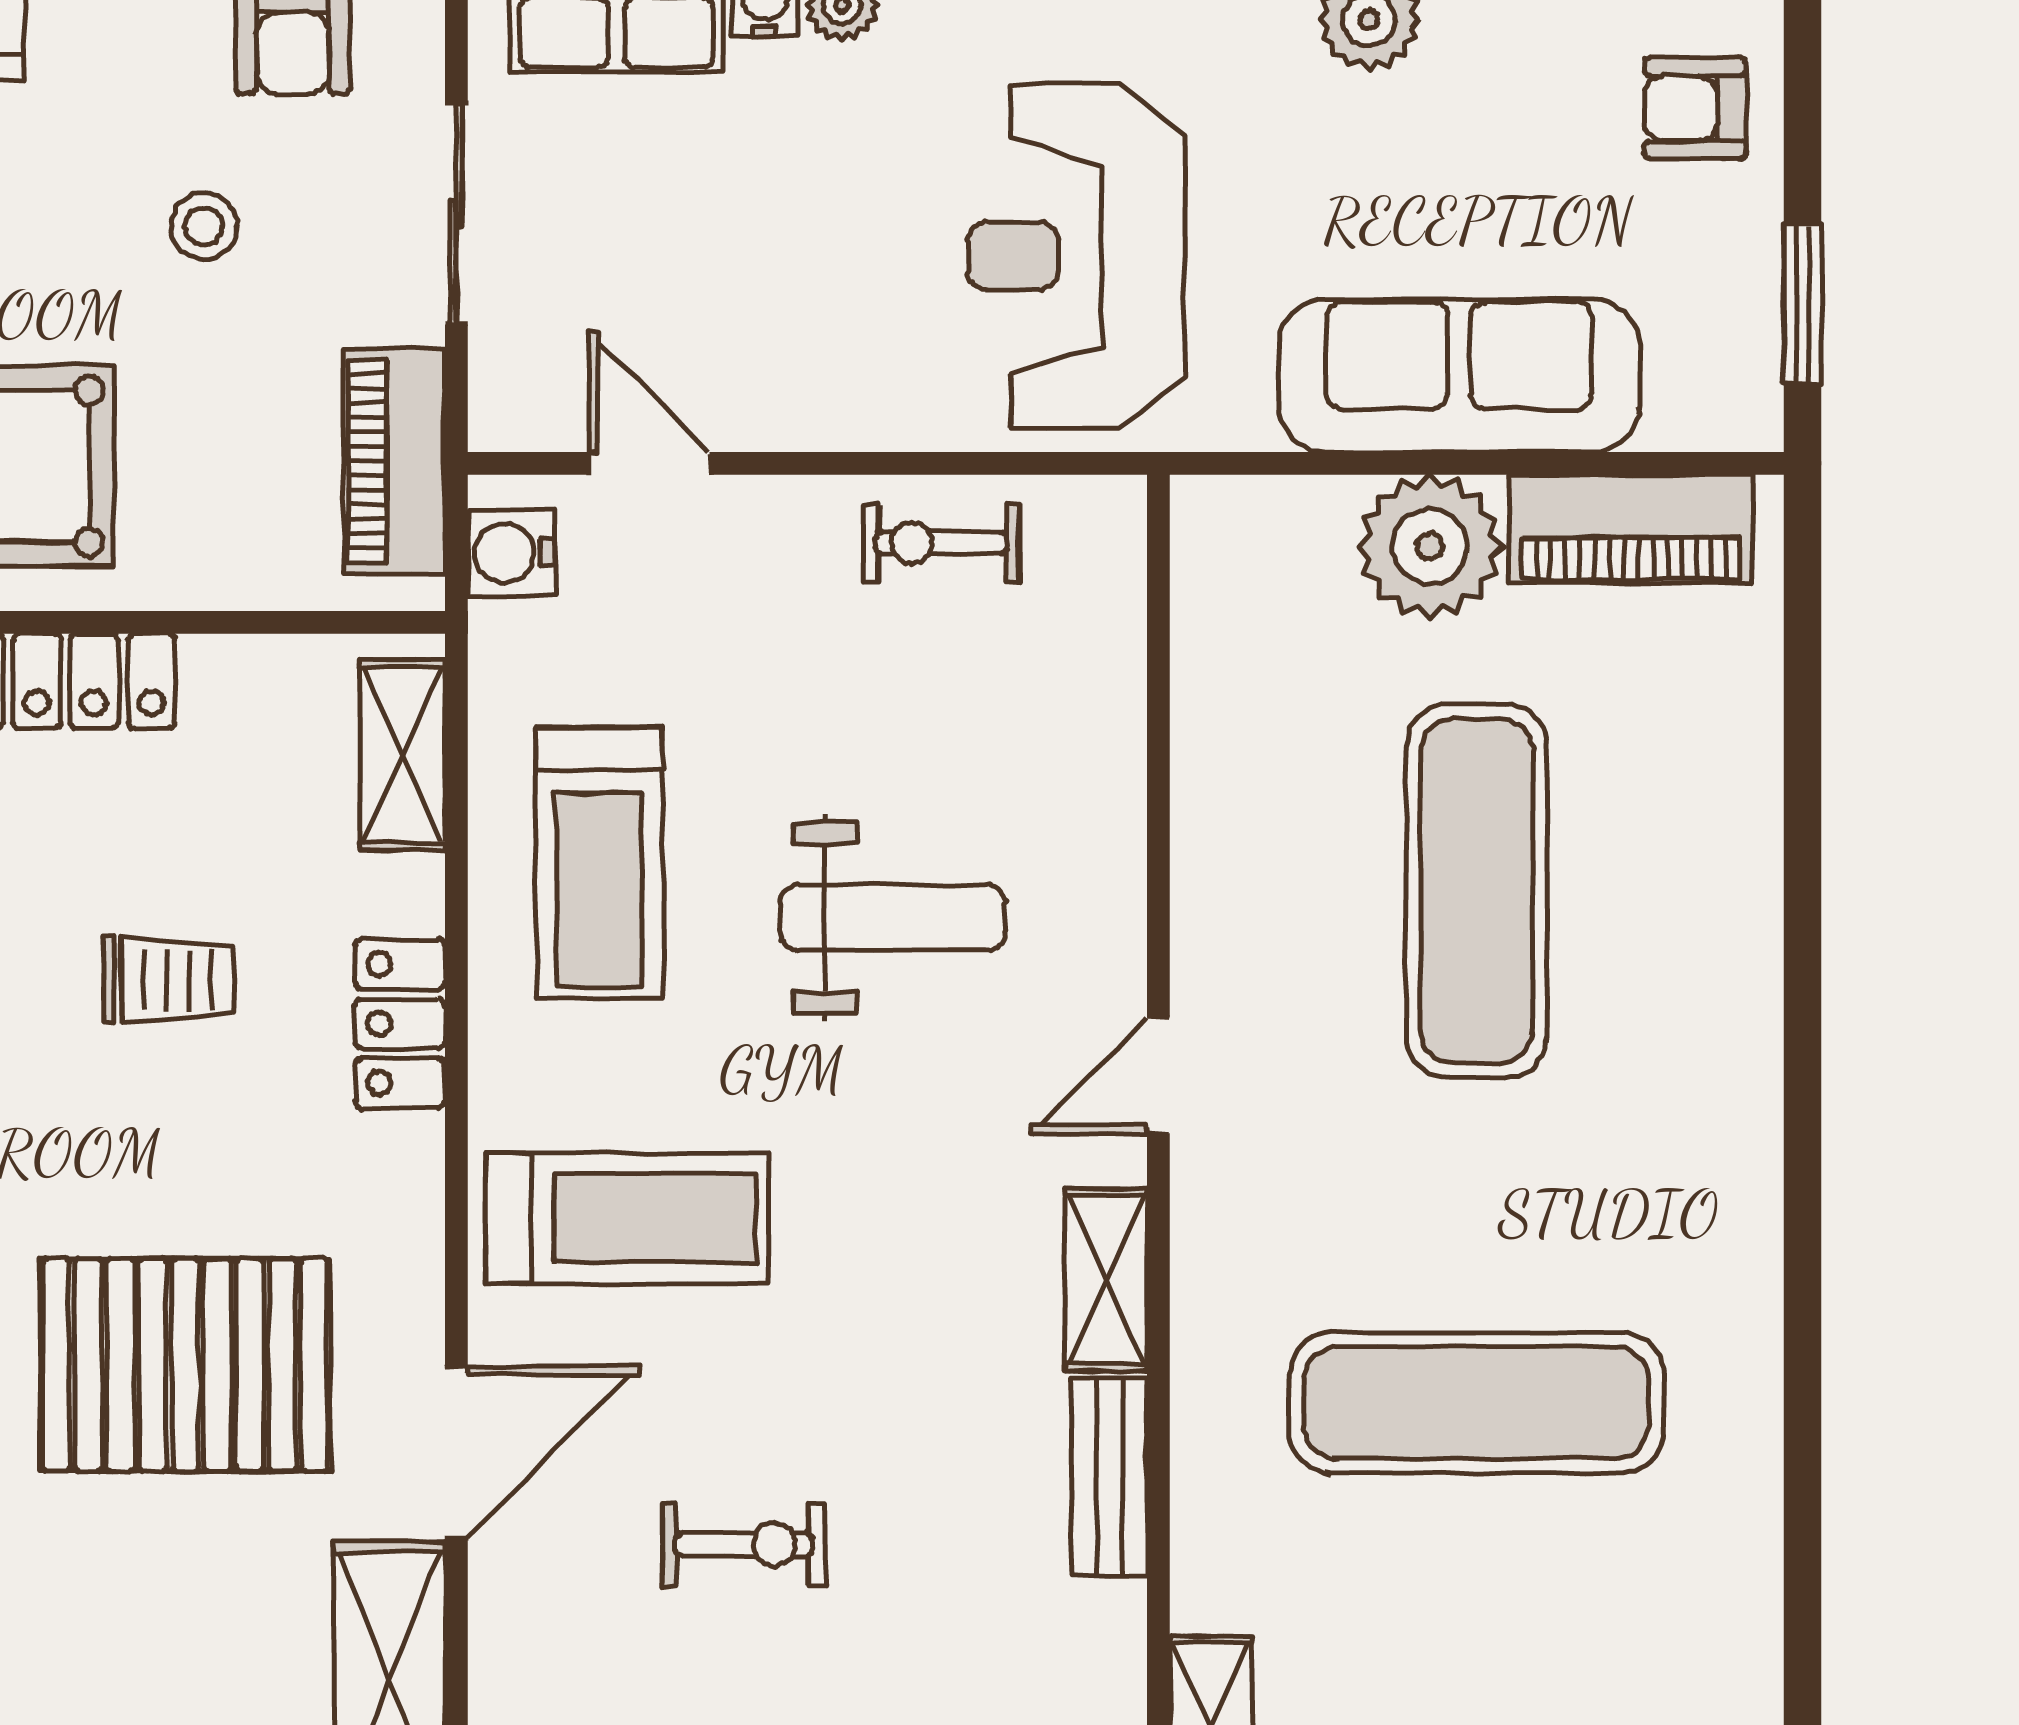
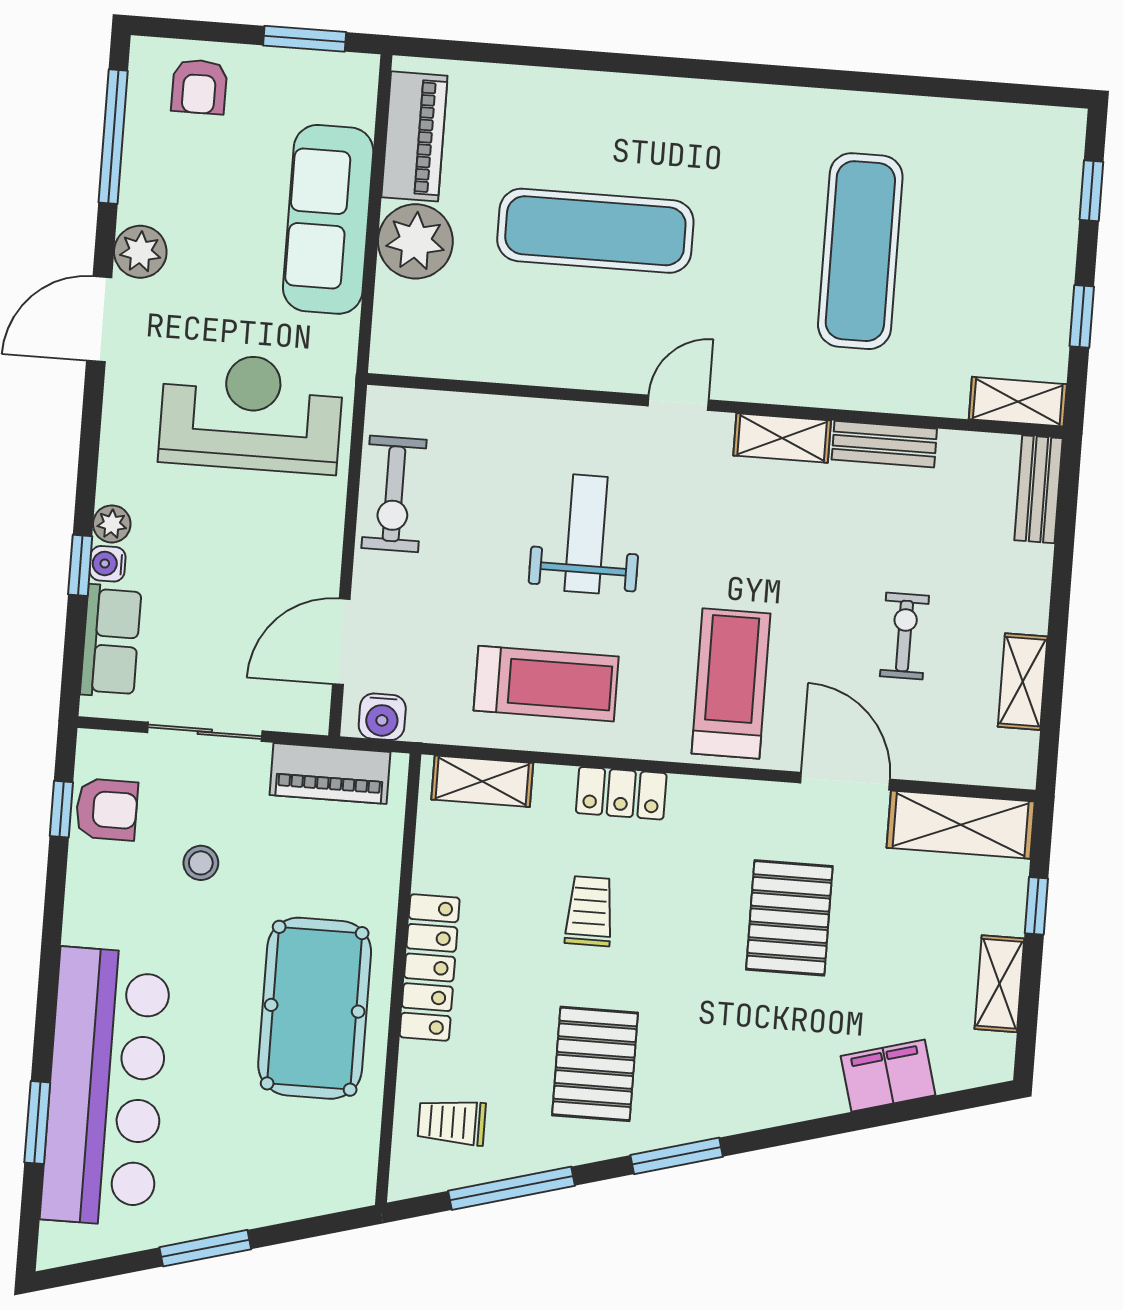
reception desk: (1076, 256) -> (251, 413), turned 180
door: (649, 463) -> (341, 642), width x1.37
exercise bike: (941, 543) -> (394, 494), width x1.38, depth x1.39
door: (1158, 1075) -> (678, 403), swing flipped
pallet: (185, 1365) -> (789, 918), width x0.73, depth x0.71

